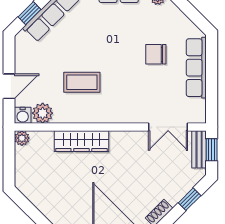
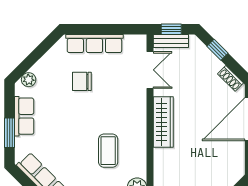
chair: (156, 54) -> (82, 81), turned 90
wardrobe: (81, 141) -> (163, 122), moved

